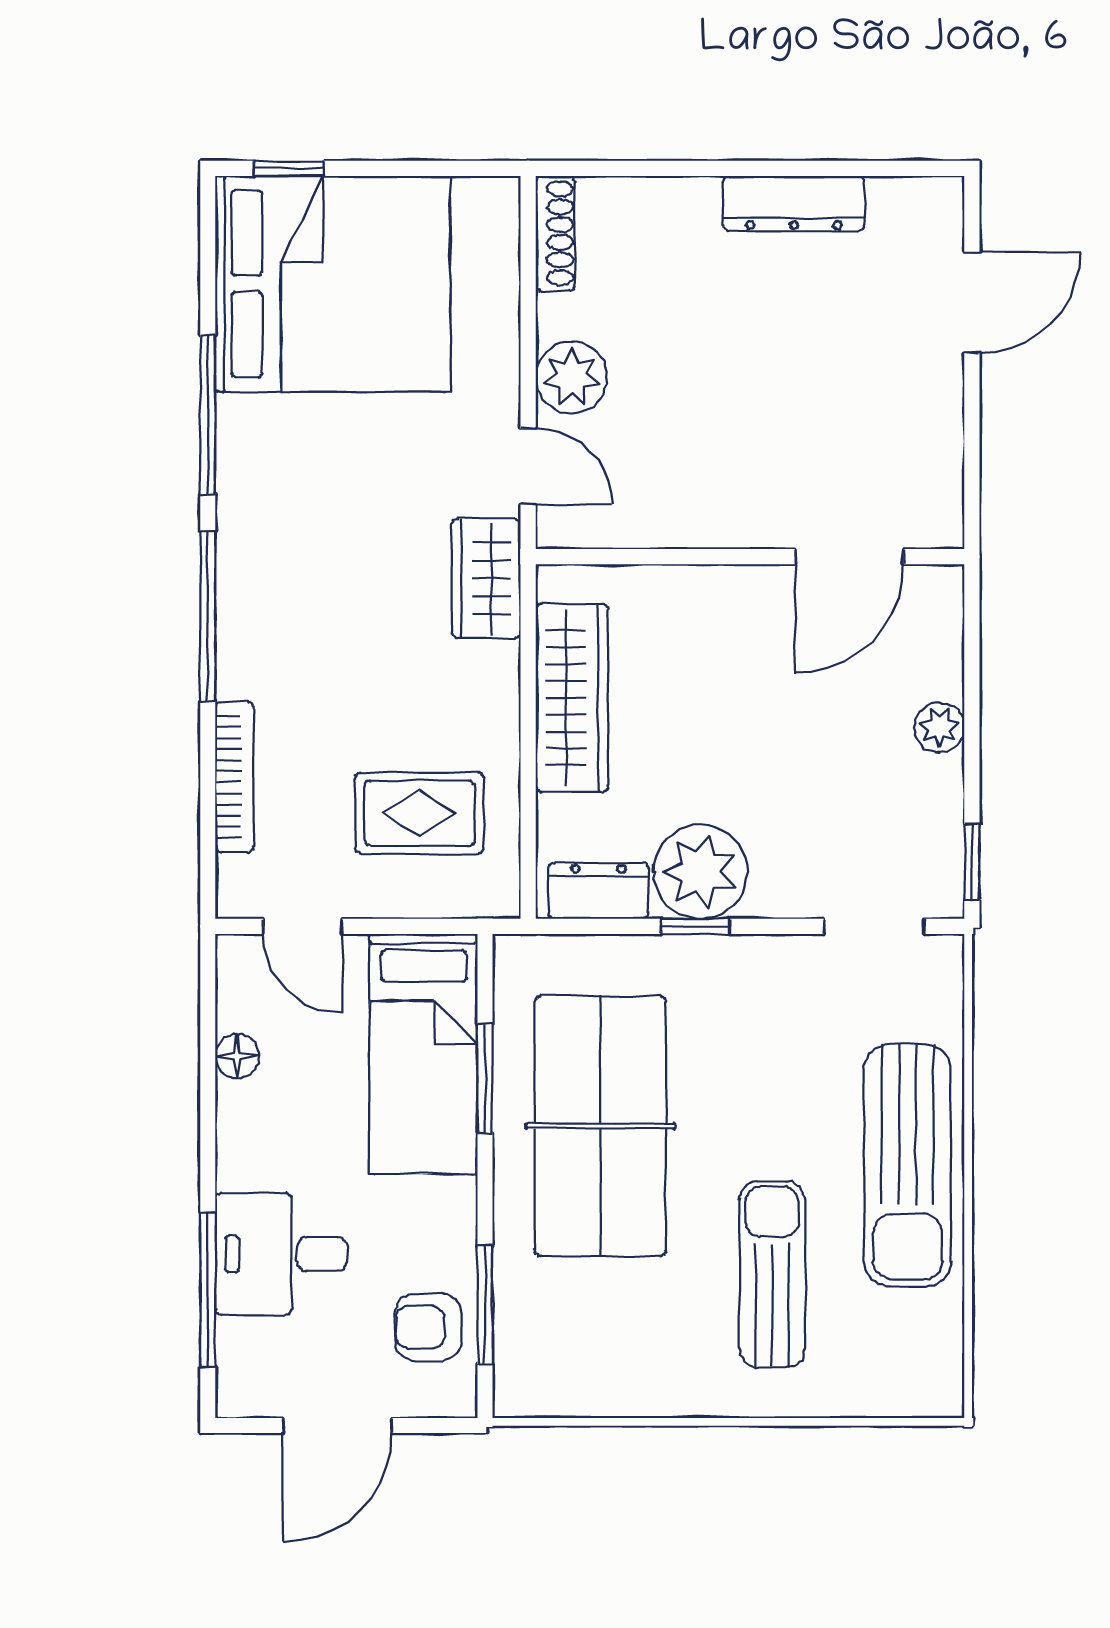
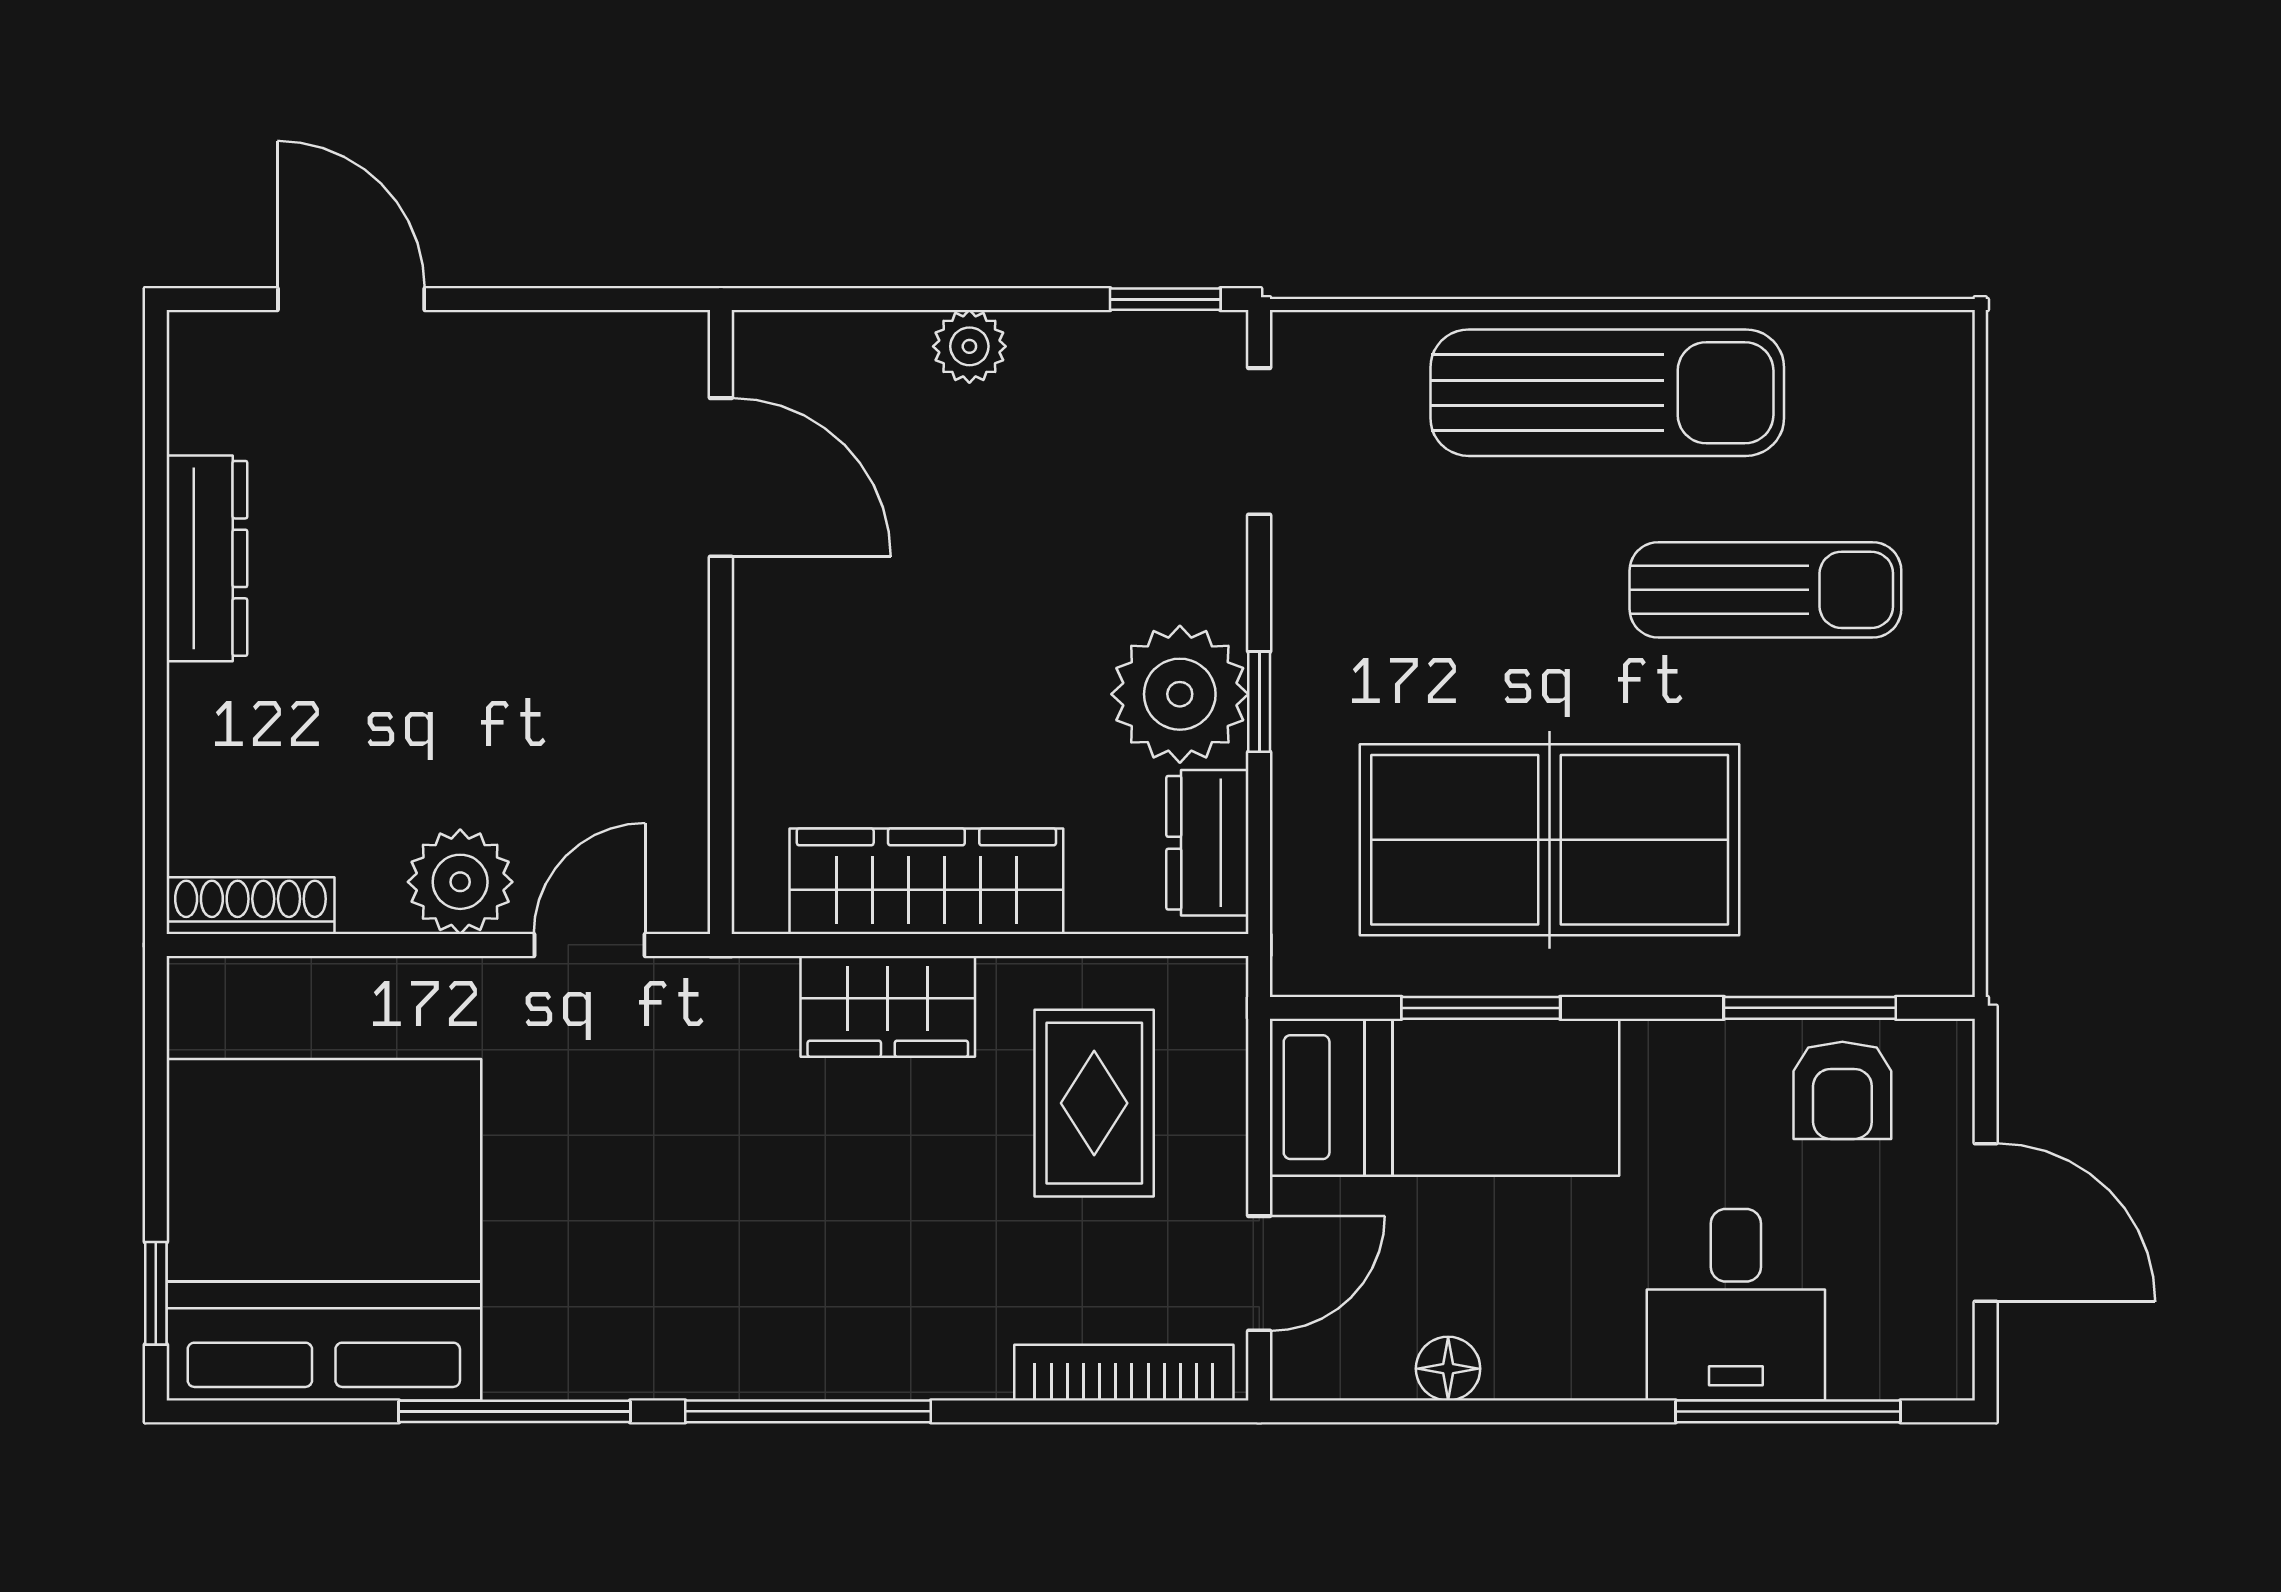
wardrobe: (486, 578) -> (888, 1006), moved
bookcase: (234, 777) -> (1124, 1373), moved
sun lounger: (772, 1274) -> (1765, 590), turned 180

